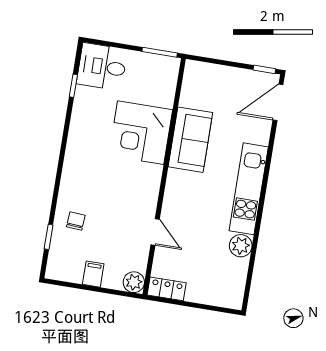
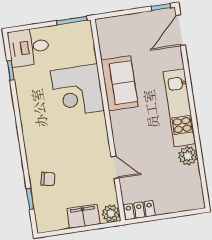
chair: (76, 221) -> (48, 179), turned 98
filing cabinet: (93, 274) -> (83, 216), width x2.00

